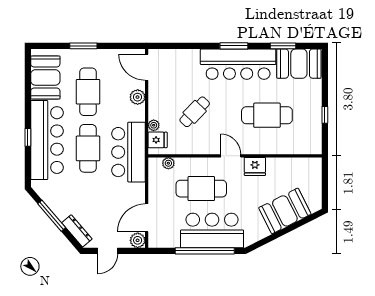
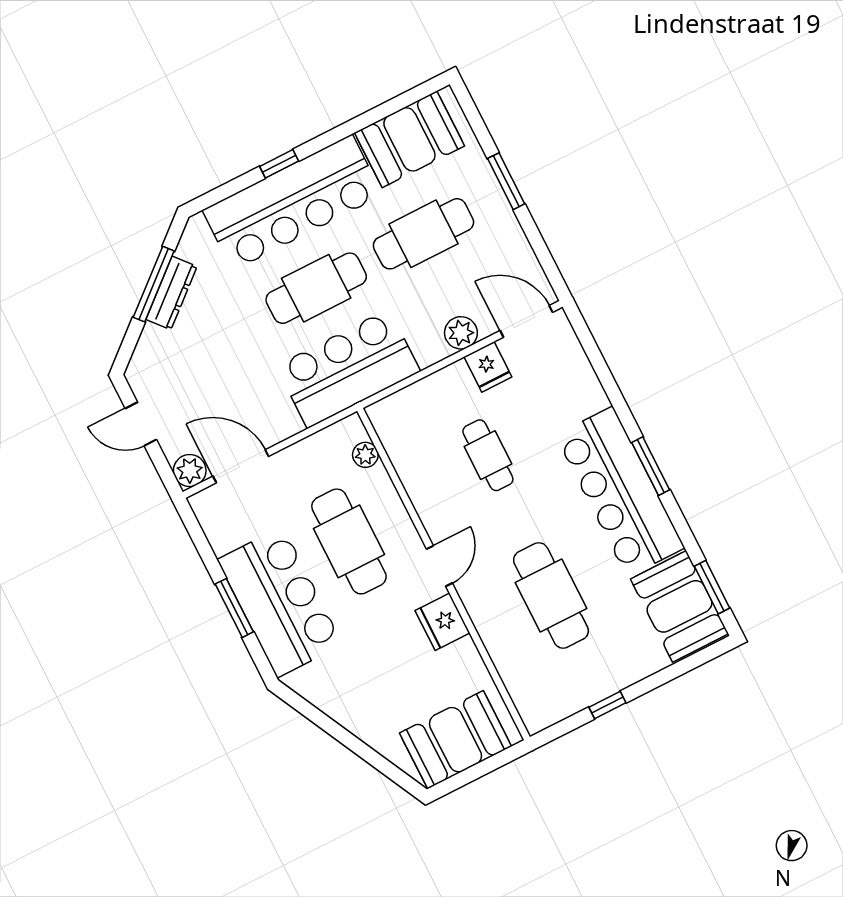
window: (283, 46) -> (712, 587), moved
door: (147, 67) -> (526, 321), hinge flipped
cafe table: (195, 112) -> (488, 455), turned 46
plant: (154, 125) -> (423, 391), removed
fridge: (158, 140) -> (488, 367), moved
booth: (285, 211) -> (455, 740), moved, turned -63
dresser: (77, 231) -> (171, 293), moved
window: (205, 251) -> (234, 608), width x0.47

